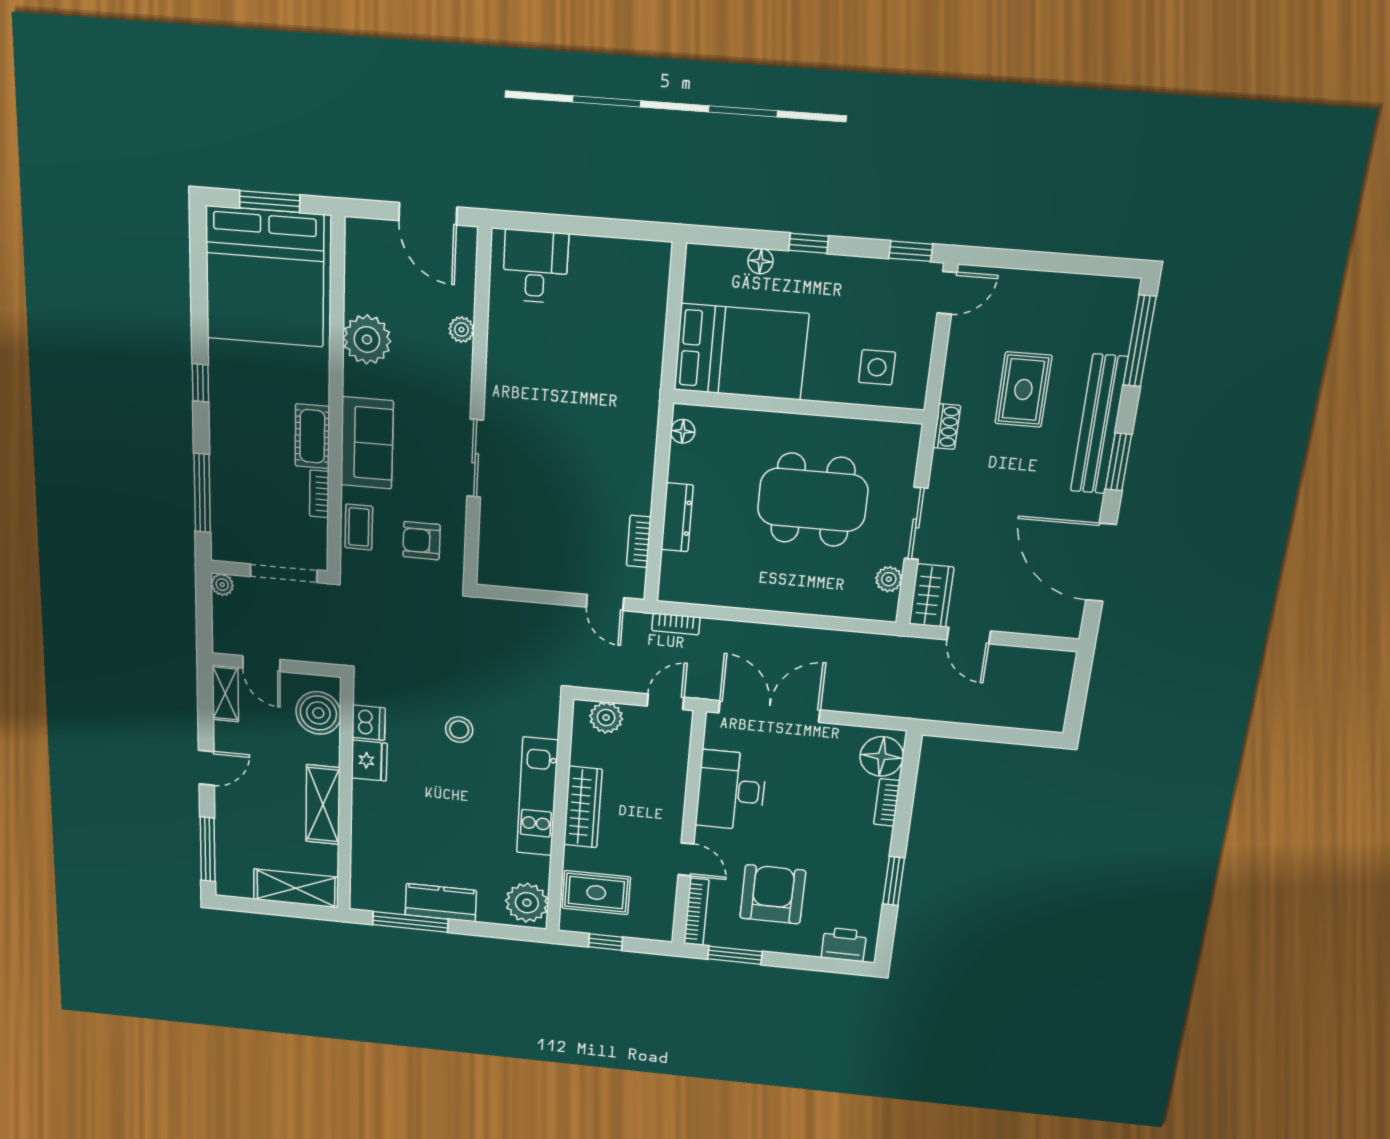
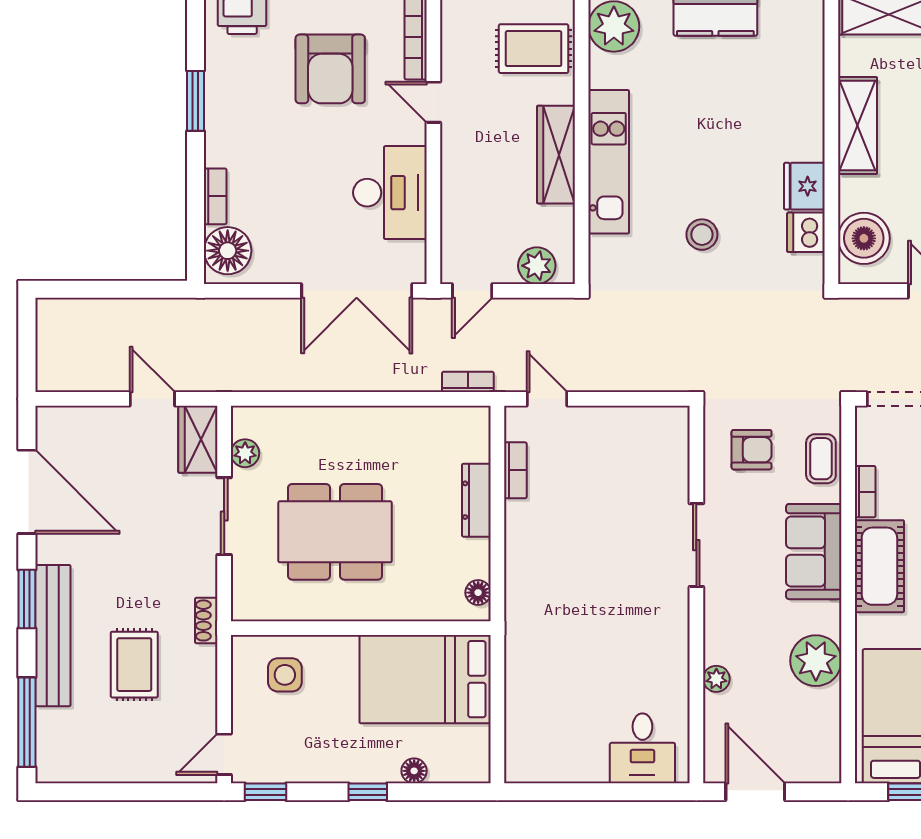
cot: (312, 436) -> (879, 566), width x1.37, depth x1.34

